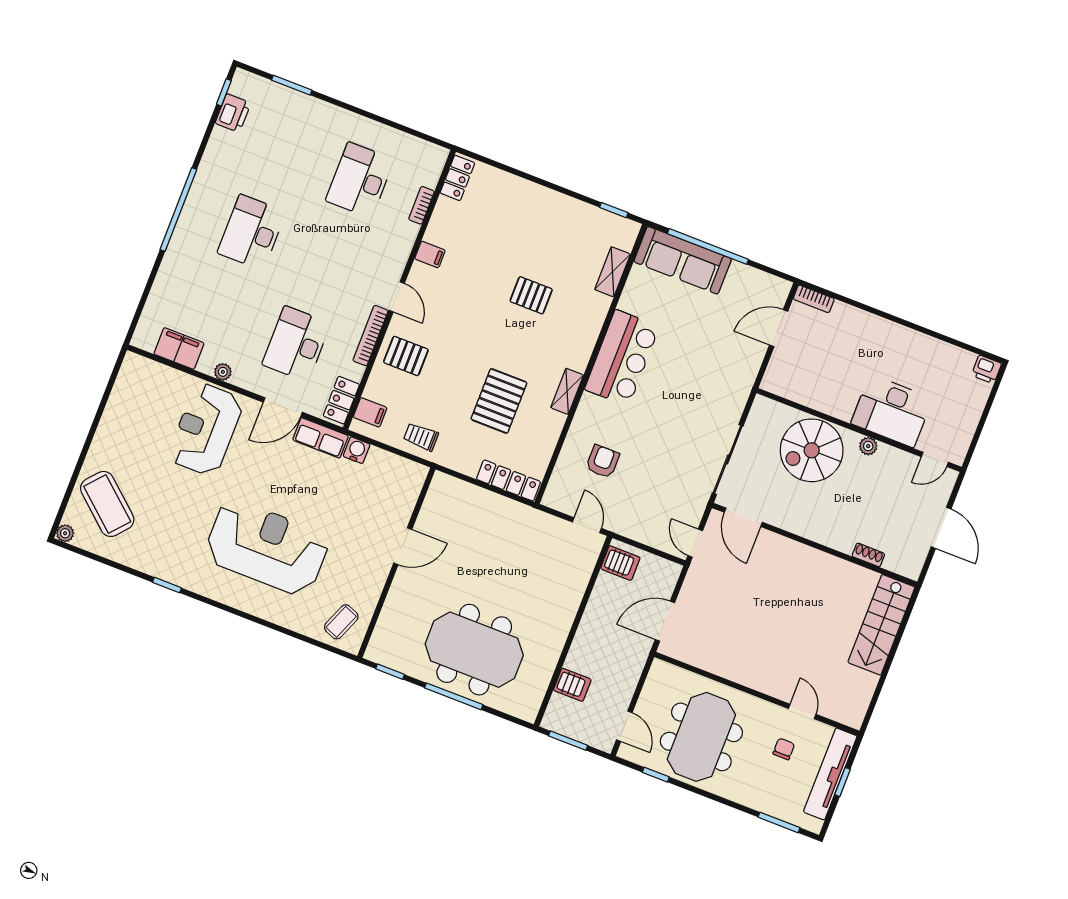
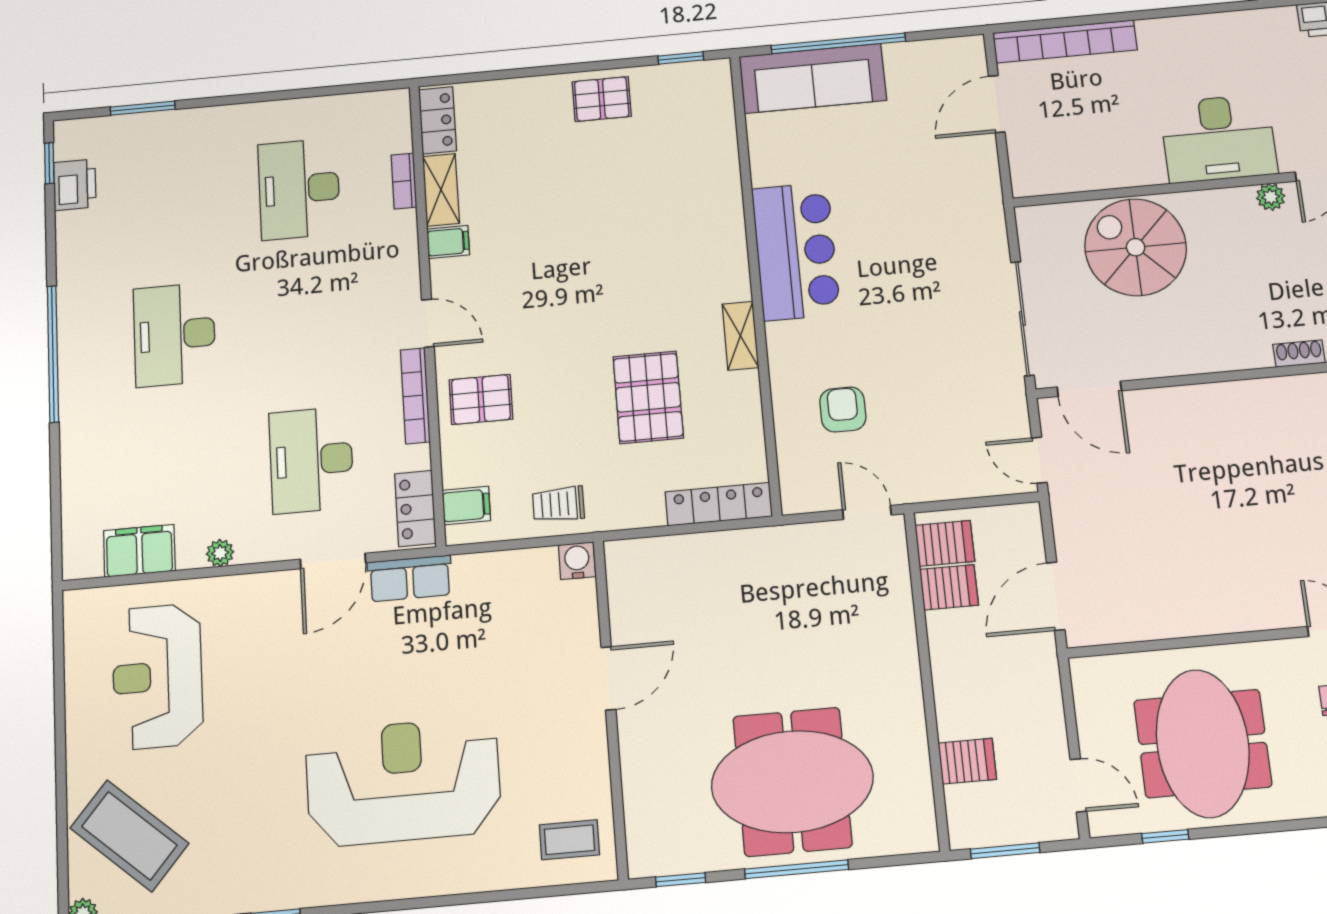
shelving: (613, 272) -> (441, 190), moved
pallet: (531, 295) -> (602, 99), moved
bookcase: (814, 299) -> (1065, 41), width x2.31, depth x1.31
reception desk: (206, 429) -> (157, 676), moved
plant: (868, 446) -> (1271, 197), moved
water cooler: (357, 450) -> (577, 561), moved
spiral stairs: (812, 450) -> (1136, 247), turned 90
server rack: (610, 588) -> (949, 587), added
coffee table: (341, 622) -> (569, 840), turned 68

